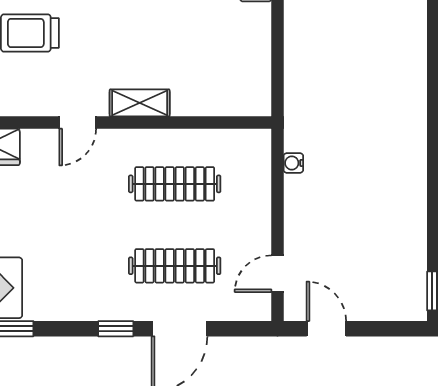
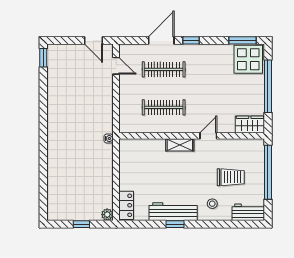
water cooler: (293, 163) -> (109, 139), moved
door: (277, 274) -> (116, 66), hinge flipped

